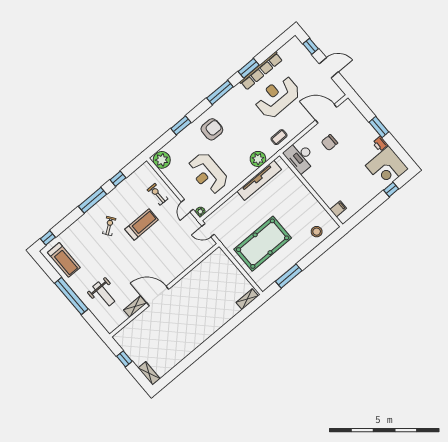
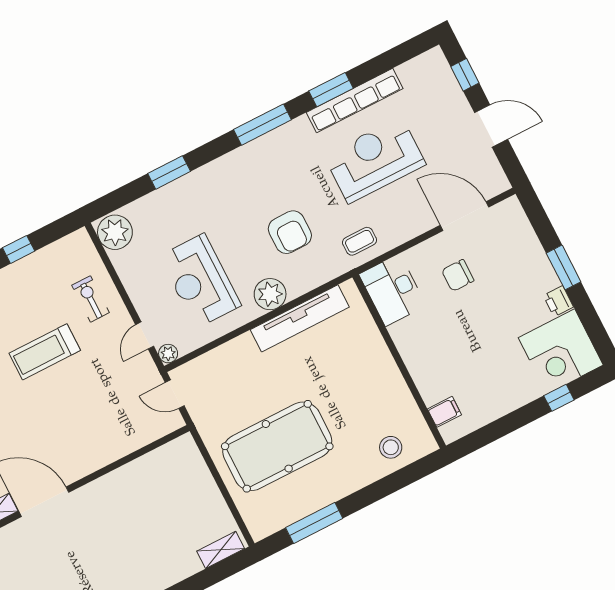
armchair: (212, 129) -> (290, 232), moved, turned 90
plant: (258, 159) -> (270, 294), moved
treadmill: (142, 224) -> (45, 352), turned 180

